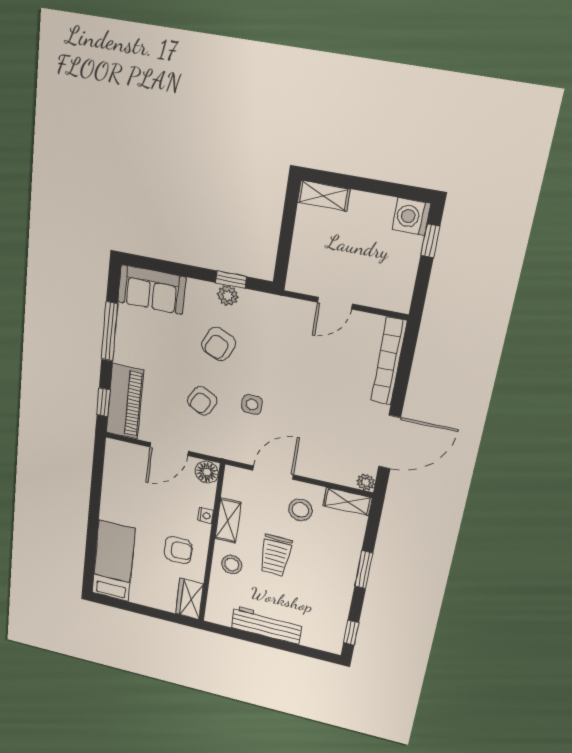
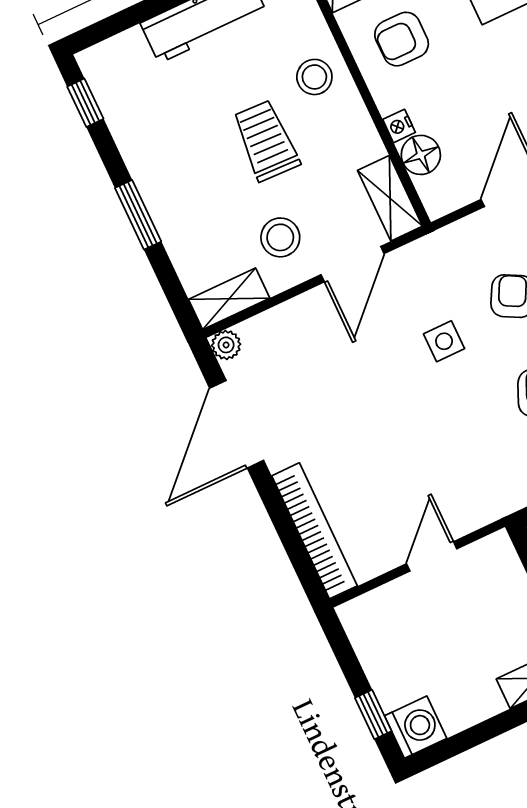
floor lamp: (207, 472) -> (421, 155), moved
shelving: (228, 520) -> (390, 198), moved

